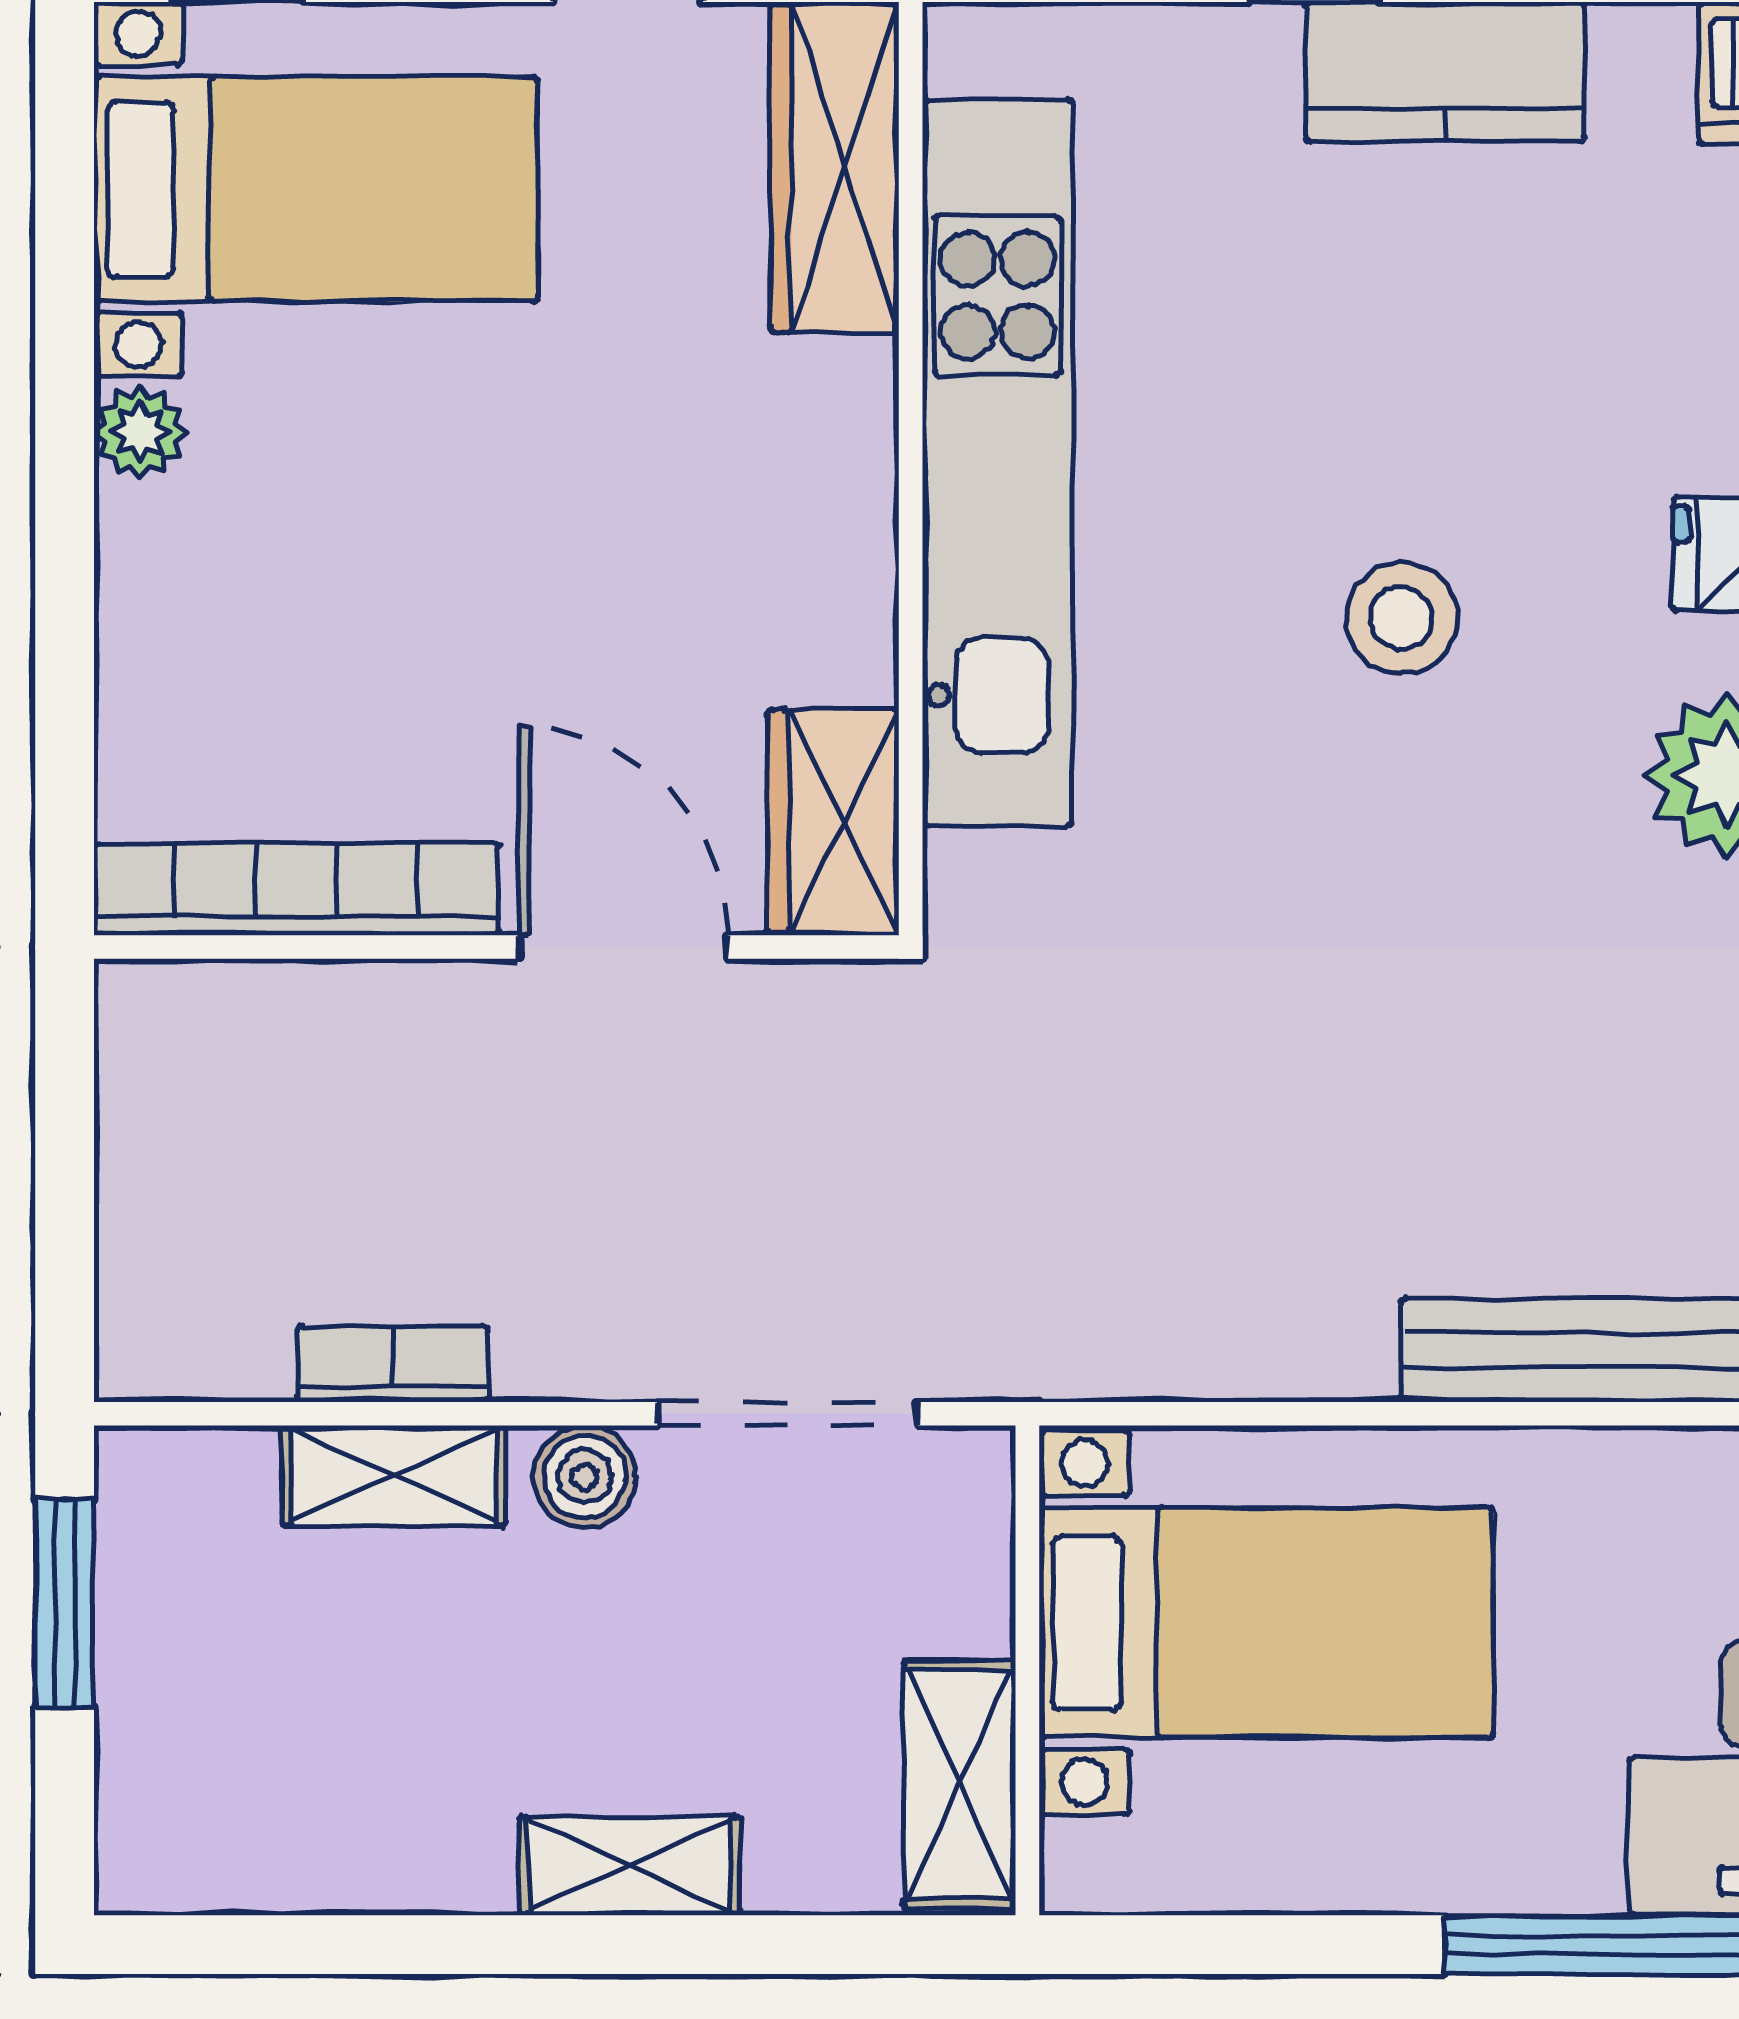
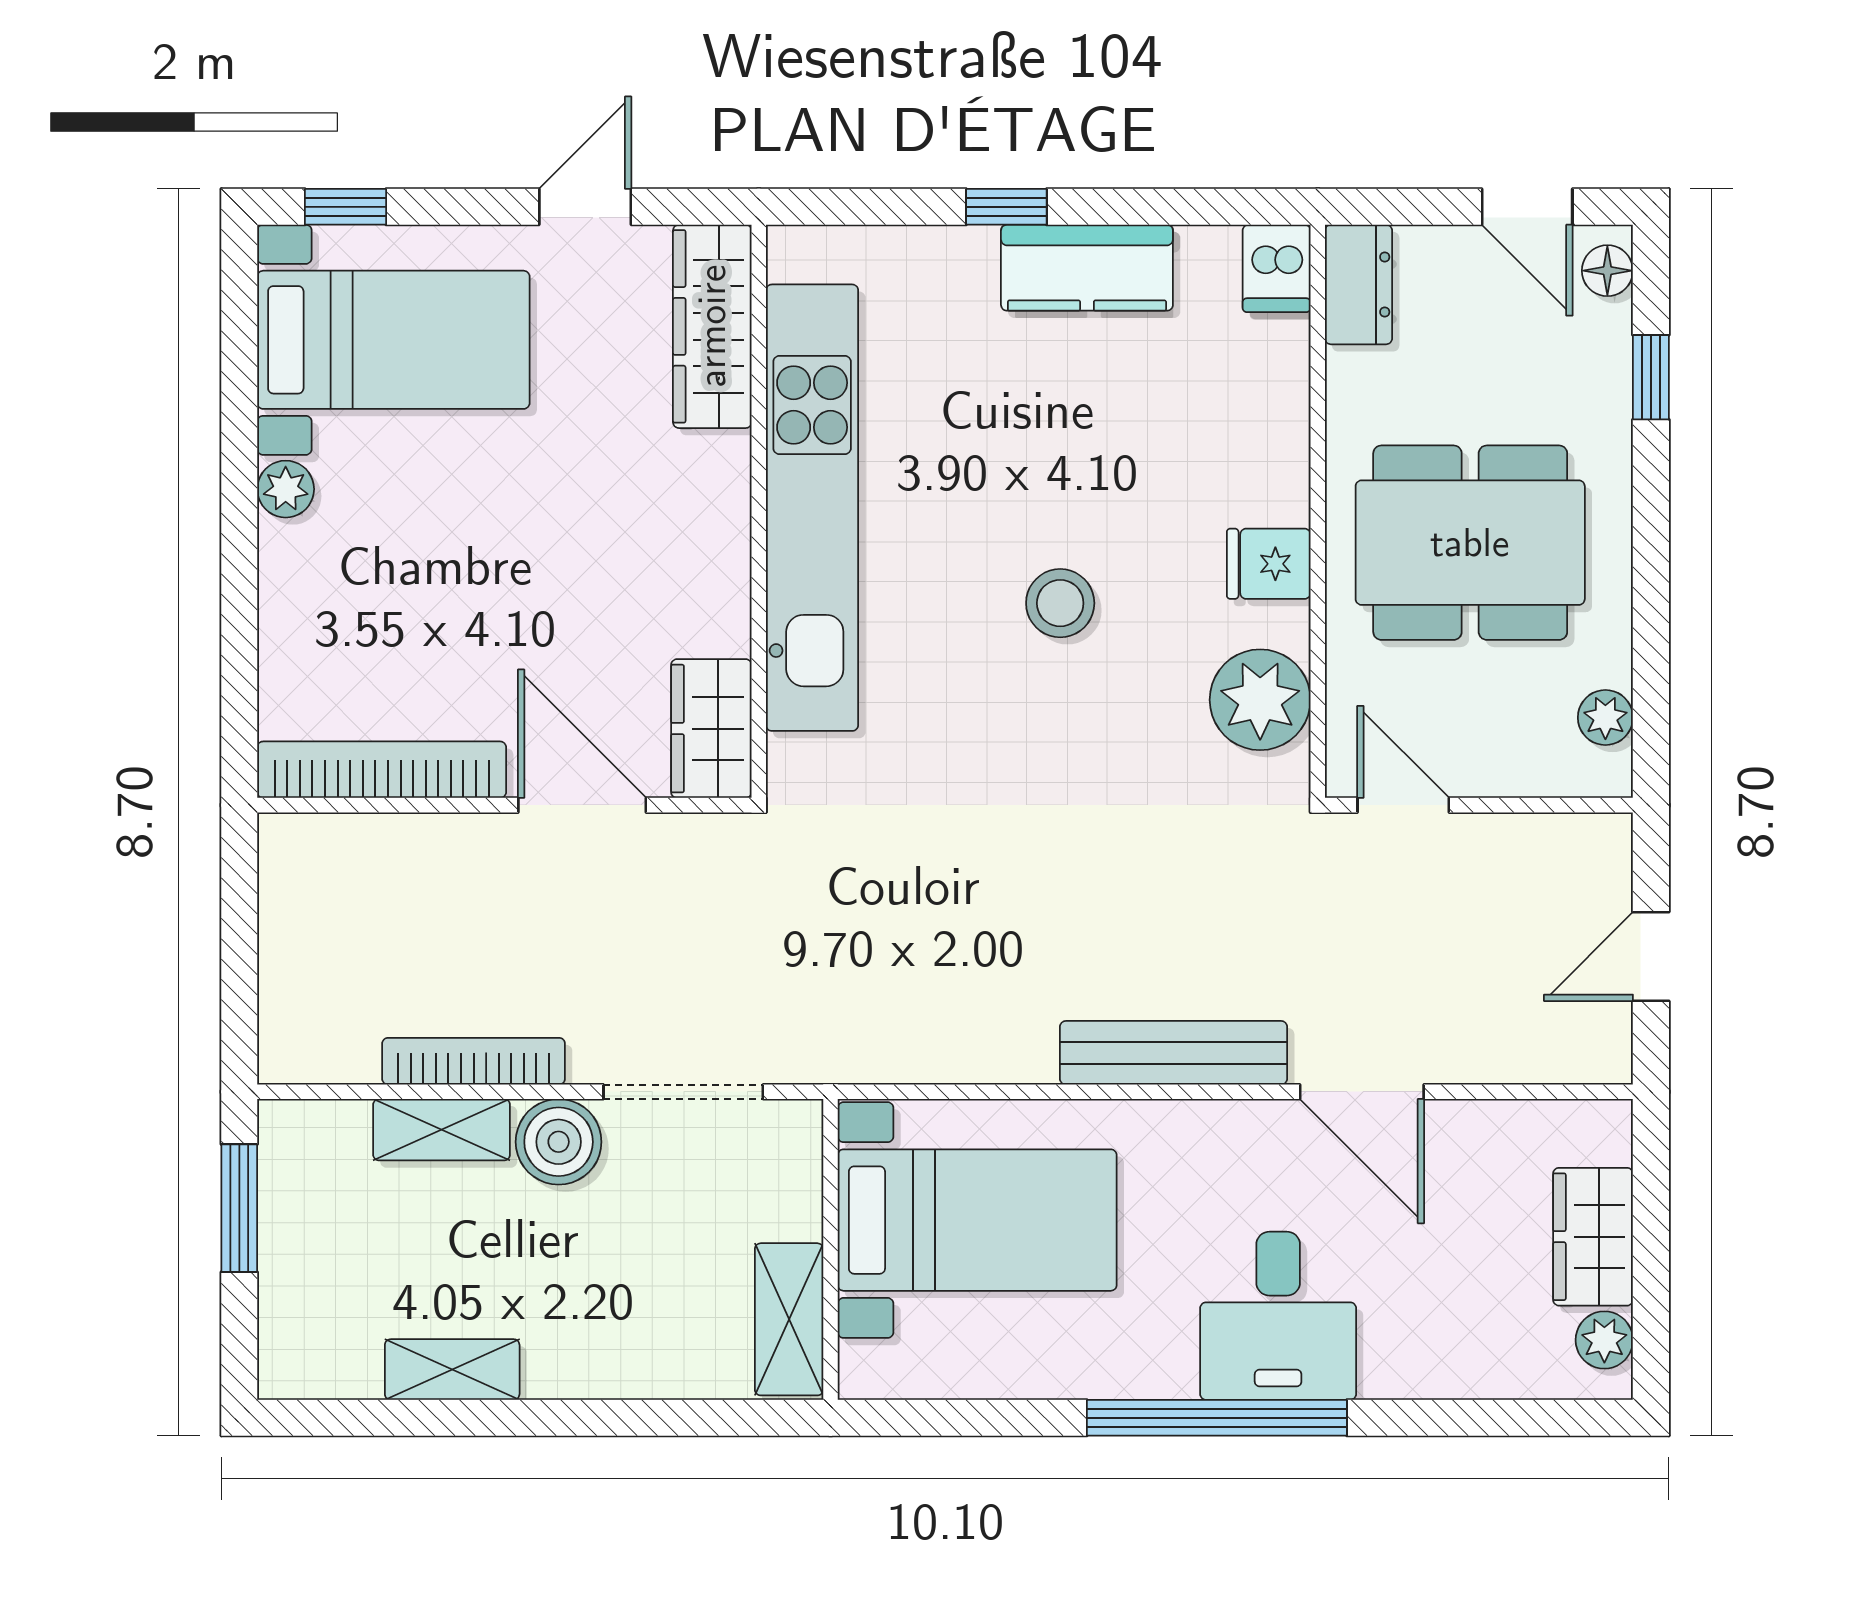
bookcase: (393, 1364) -> (474, 1061), width x1.56
boiler: (585, 1477) -> (559, 1142), width x1.36, depth x1.36
shelving: (630, 1866) -> (452, 1370), moved

